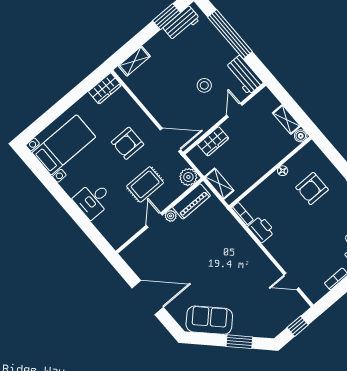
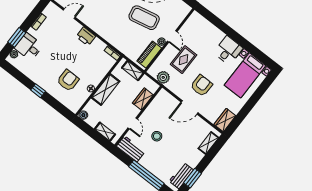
shelving: (286, 120) -> (105, 132), moved
door: (170, 140) -> (190, 107), moved
shelving: (262, 165) -> (106, 89), added
plant: (188, 177) -> (163, 77), moved
desk: (93, 200) -> (228, 50), moved
printer: (261, 229) -> (86, 36), moved
coffee table: (188, 254) -> (144, 18), added

